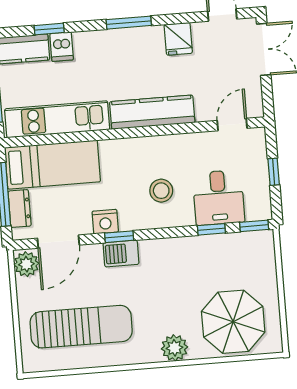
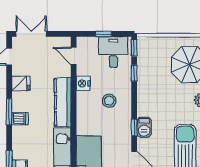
dishwasher: (62, 47) -> (20, 119), moved
desk: (219, 198) -> (113, 52), moved, turned -90
nightstand: (105, 222) -> (83, 83), moved, turned 180

